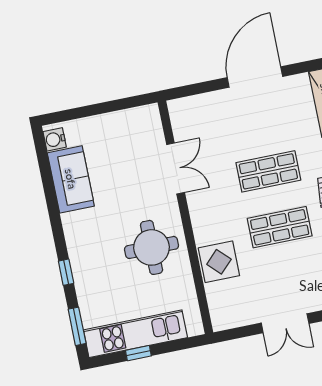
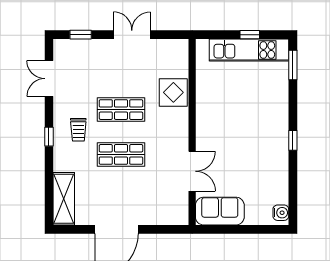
double door: (176, 169) -> (192, 171), swing flipped
sofa: (71, 179) -> (220, 211), moved, turned 90
round table: (152, 247) -> (223, 114), removed
window: (66, 272) -> (293, 140), moved

